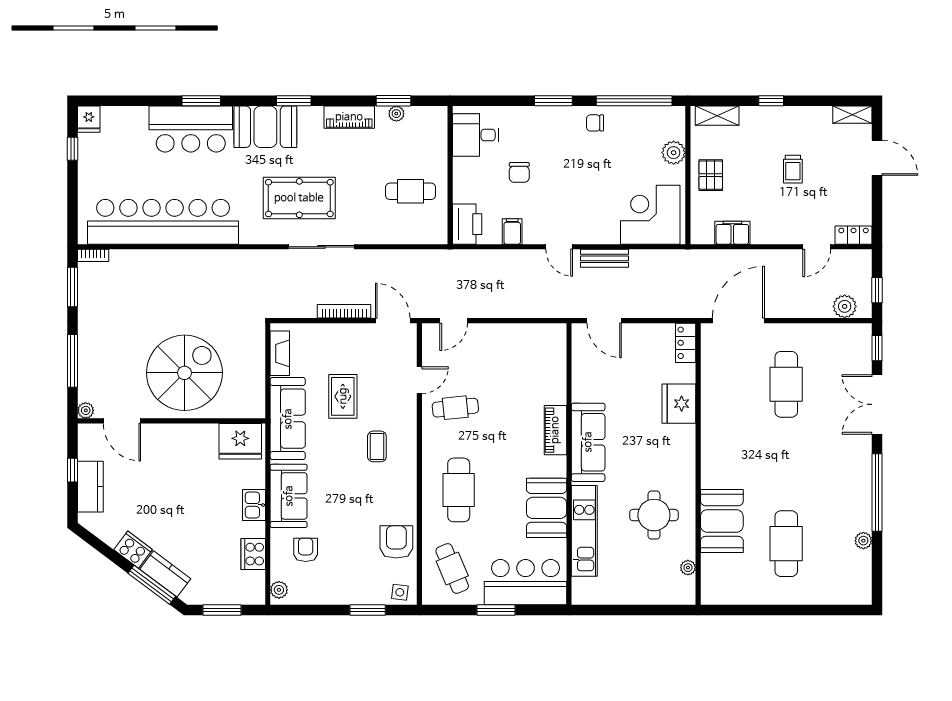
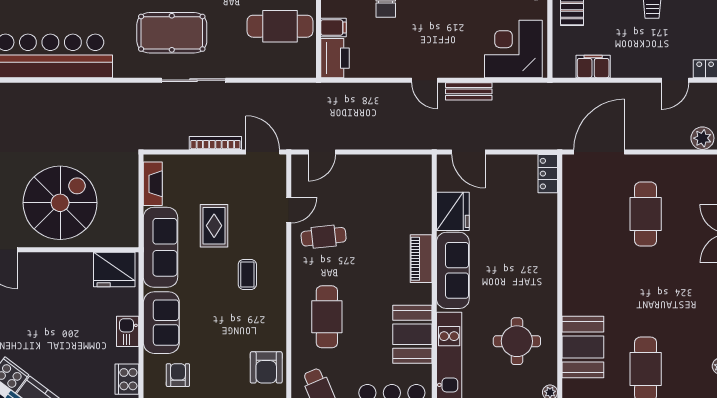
cafe table: (411, 191) -> (280, 26), width x1.37, depth x1.35
filing cabinet: (512, 231) -> (333, 27), moved, turned 90
fridge: (679, 404) -> (453, 211), moved, turned 180
armchair: (396, 542) -> (266, 367), turned 180

